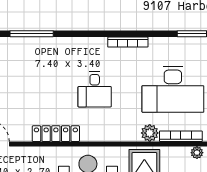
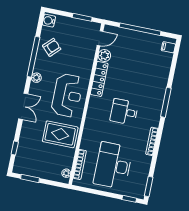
window: (32, 34) -> (166, 102), moved
plant: (150, 133) -> (104, 56), moved

